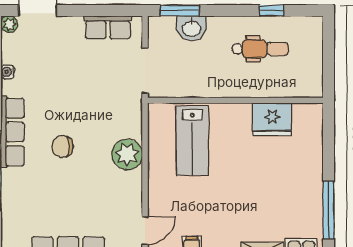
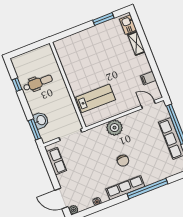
dental chair: (260, 49) -> (38, 83), turned 90
fridge: (272, 119) -> (70, 64), removed
window: (328, 210) -> (103, 19), width x0.69

